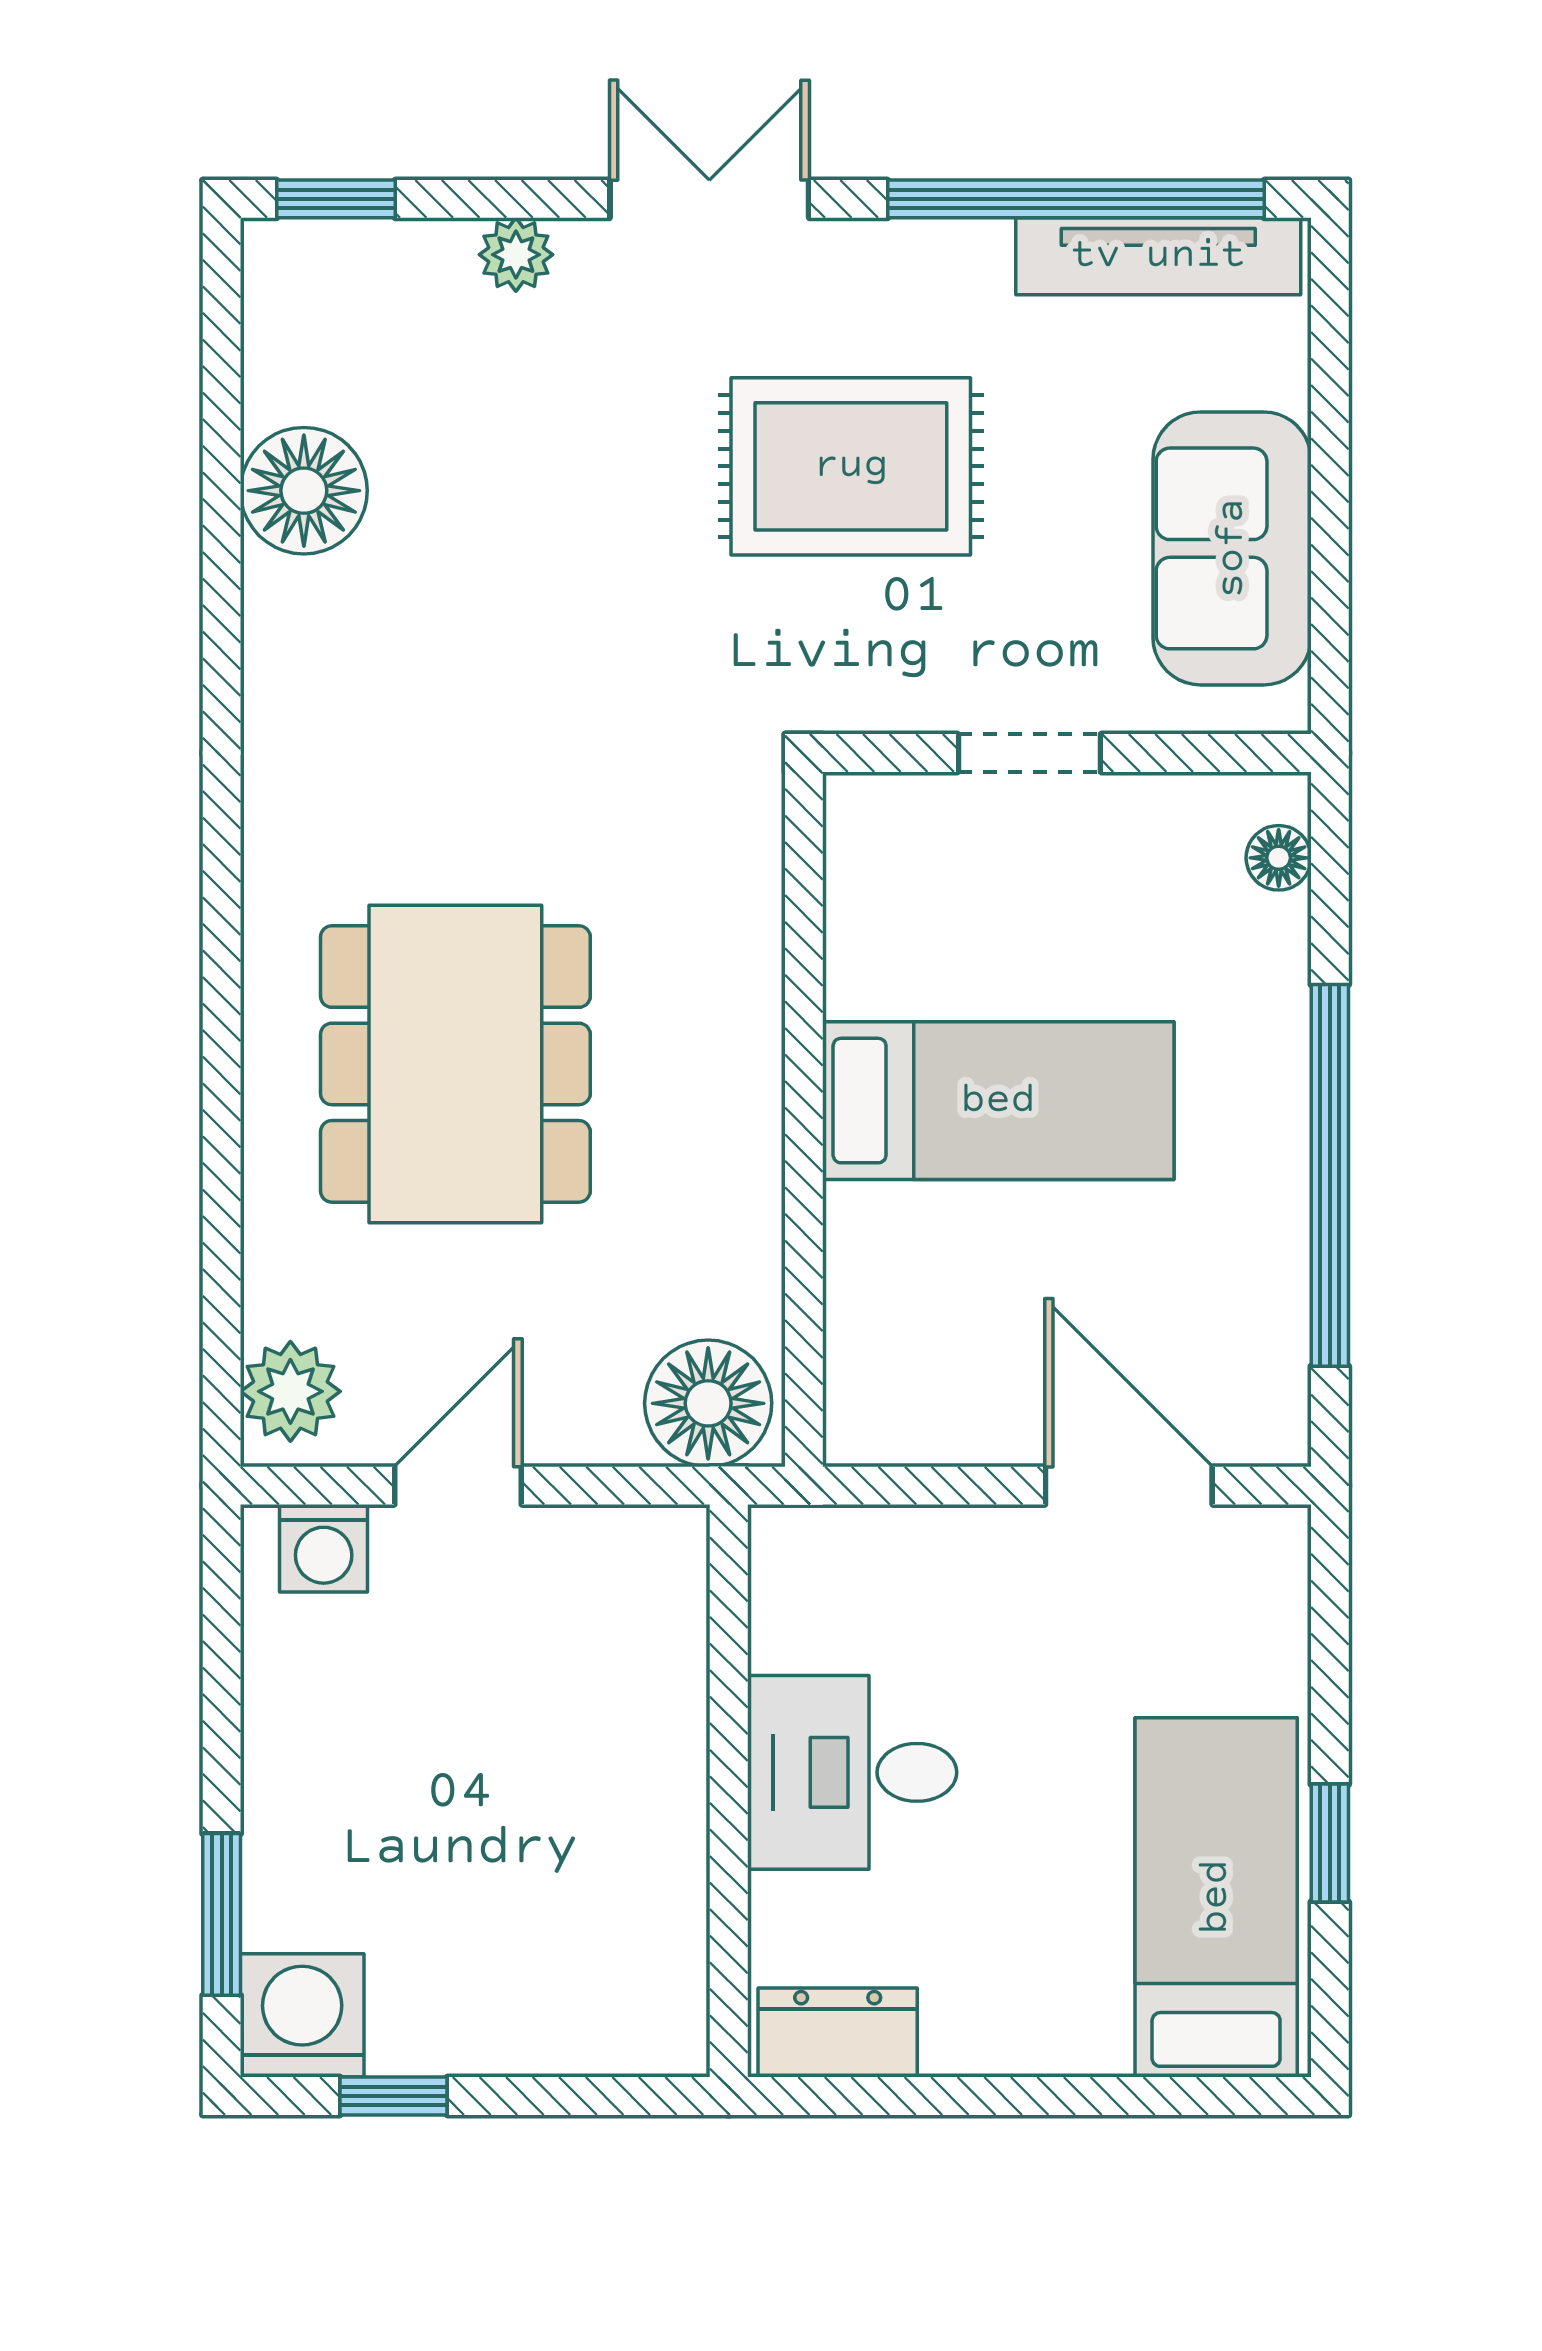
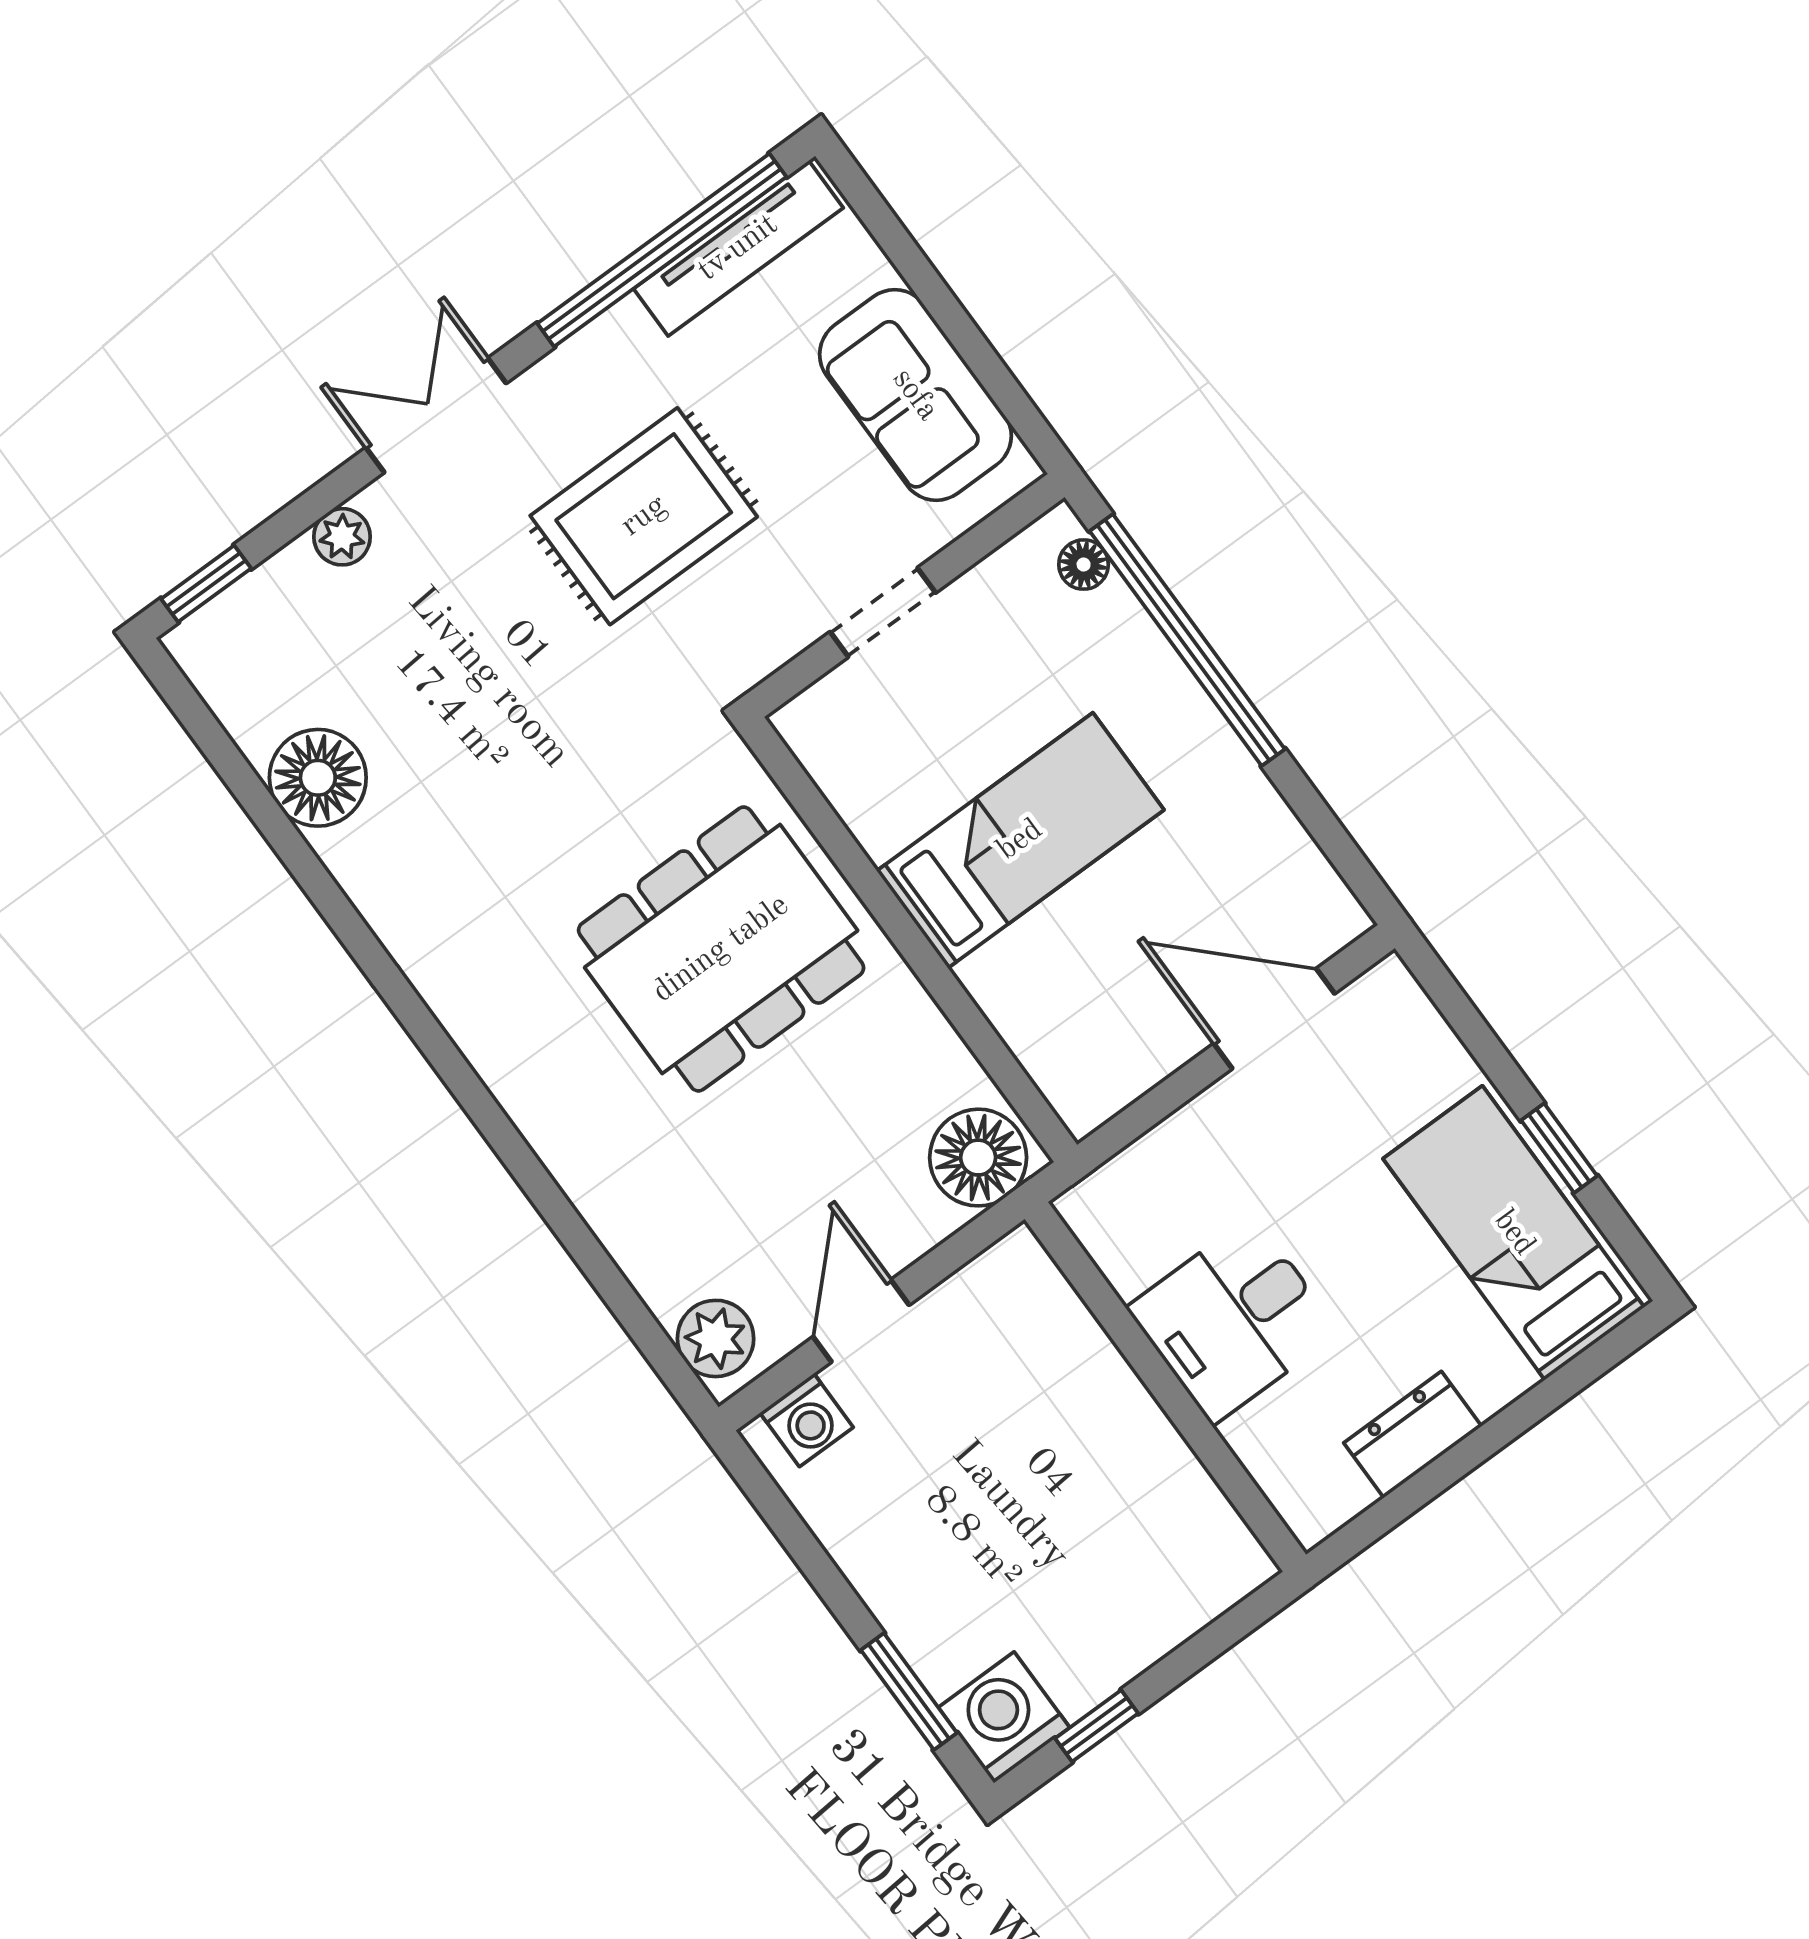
dining table: (455, 1064) -> (721, 949), moved, turned 90
window: (1330, 1175) -> (1187, 640), moved
dresser: (838, 2032) -> (1413, 1435), moved

